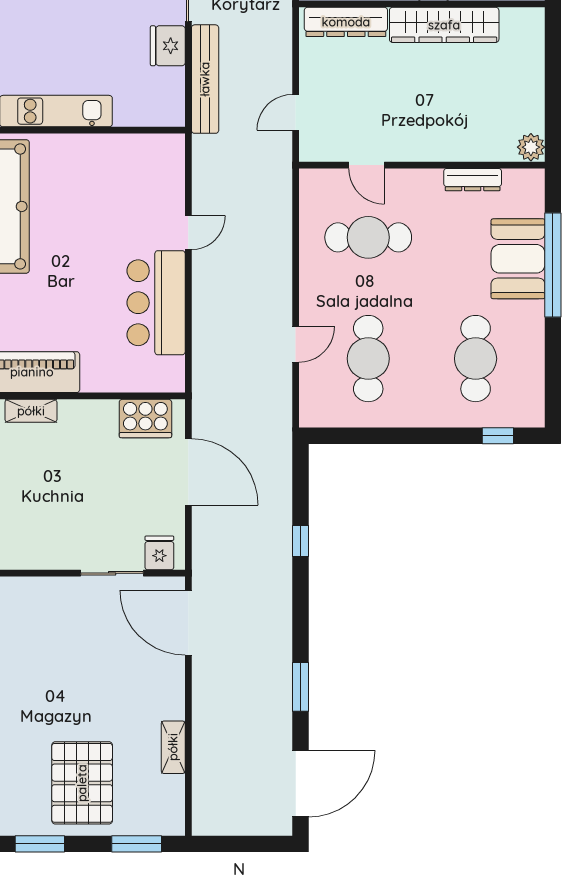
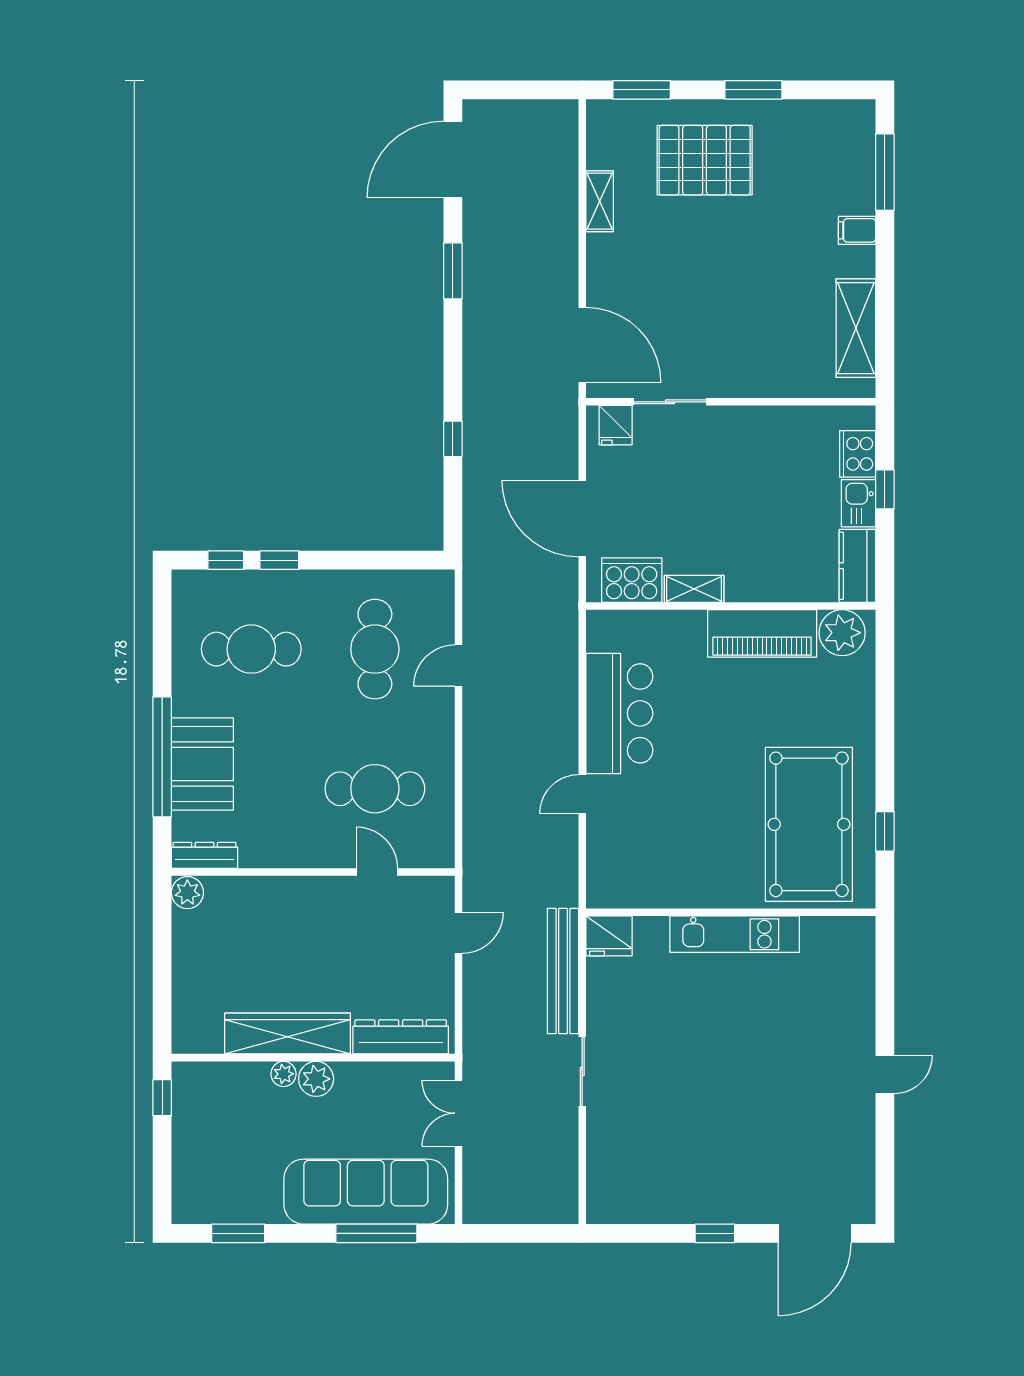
fridge: (168, 46) -> (609, 936), moved, turned 90
dresser: (473, 180) -> (205, 855), moved
cafe table: (476, 359) -> (251, 649), turned 90
shelving: (31, 411) -> (694, 589), moved
window: (451, 436) -> (279, 560), added
pallet: (82, 783) -> (705, 160), turned 90

